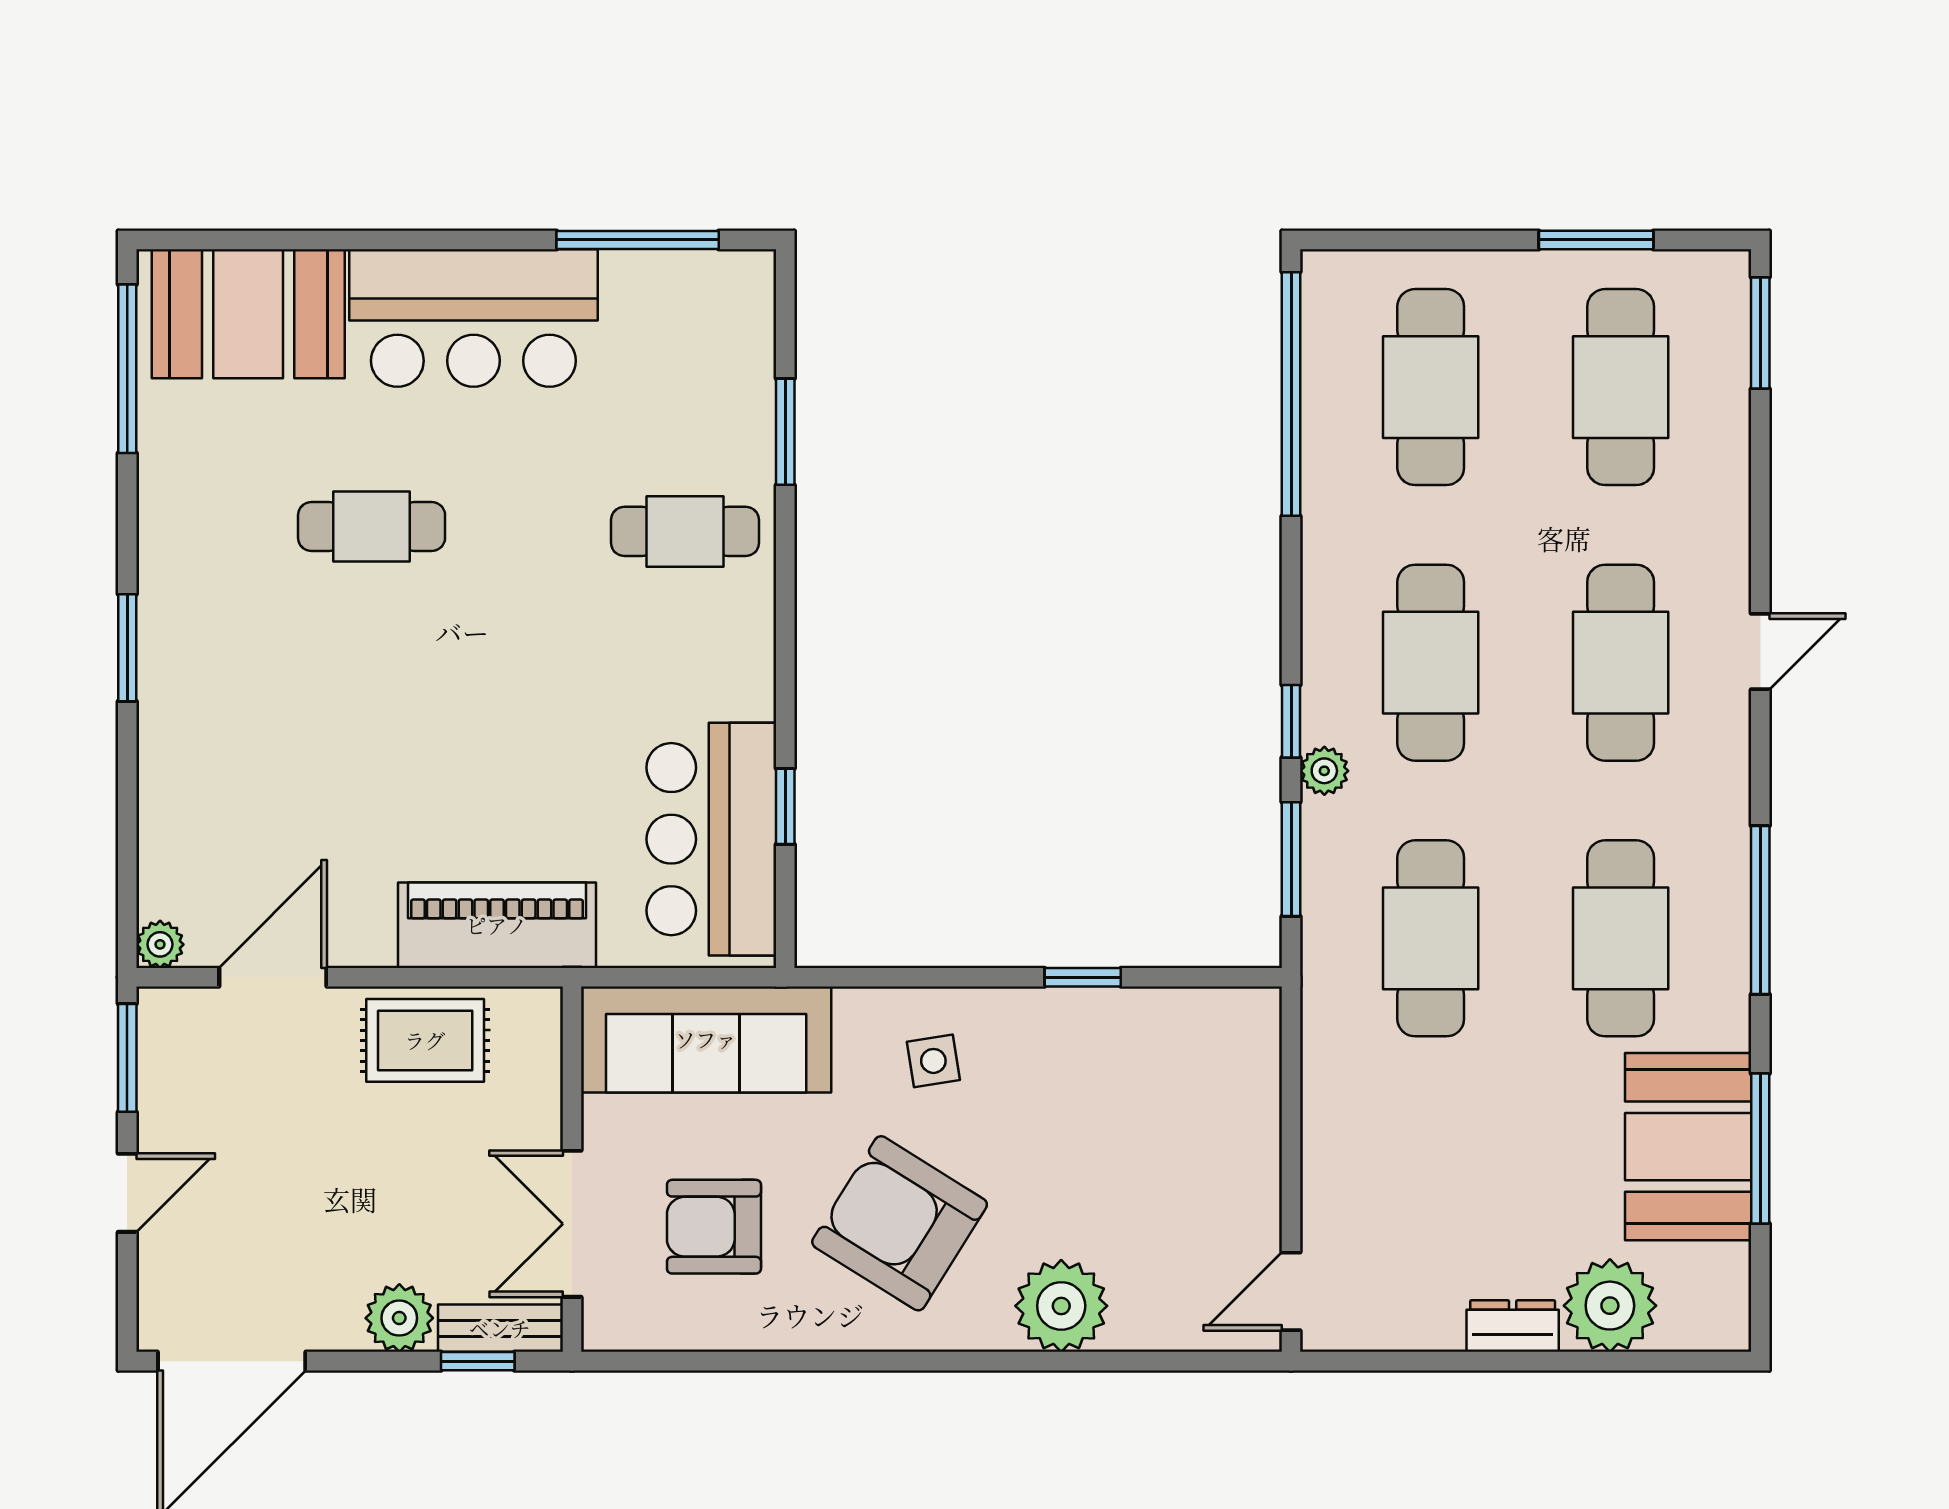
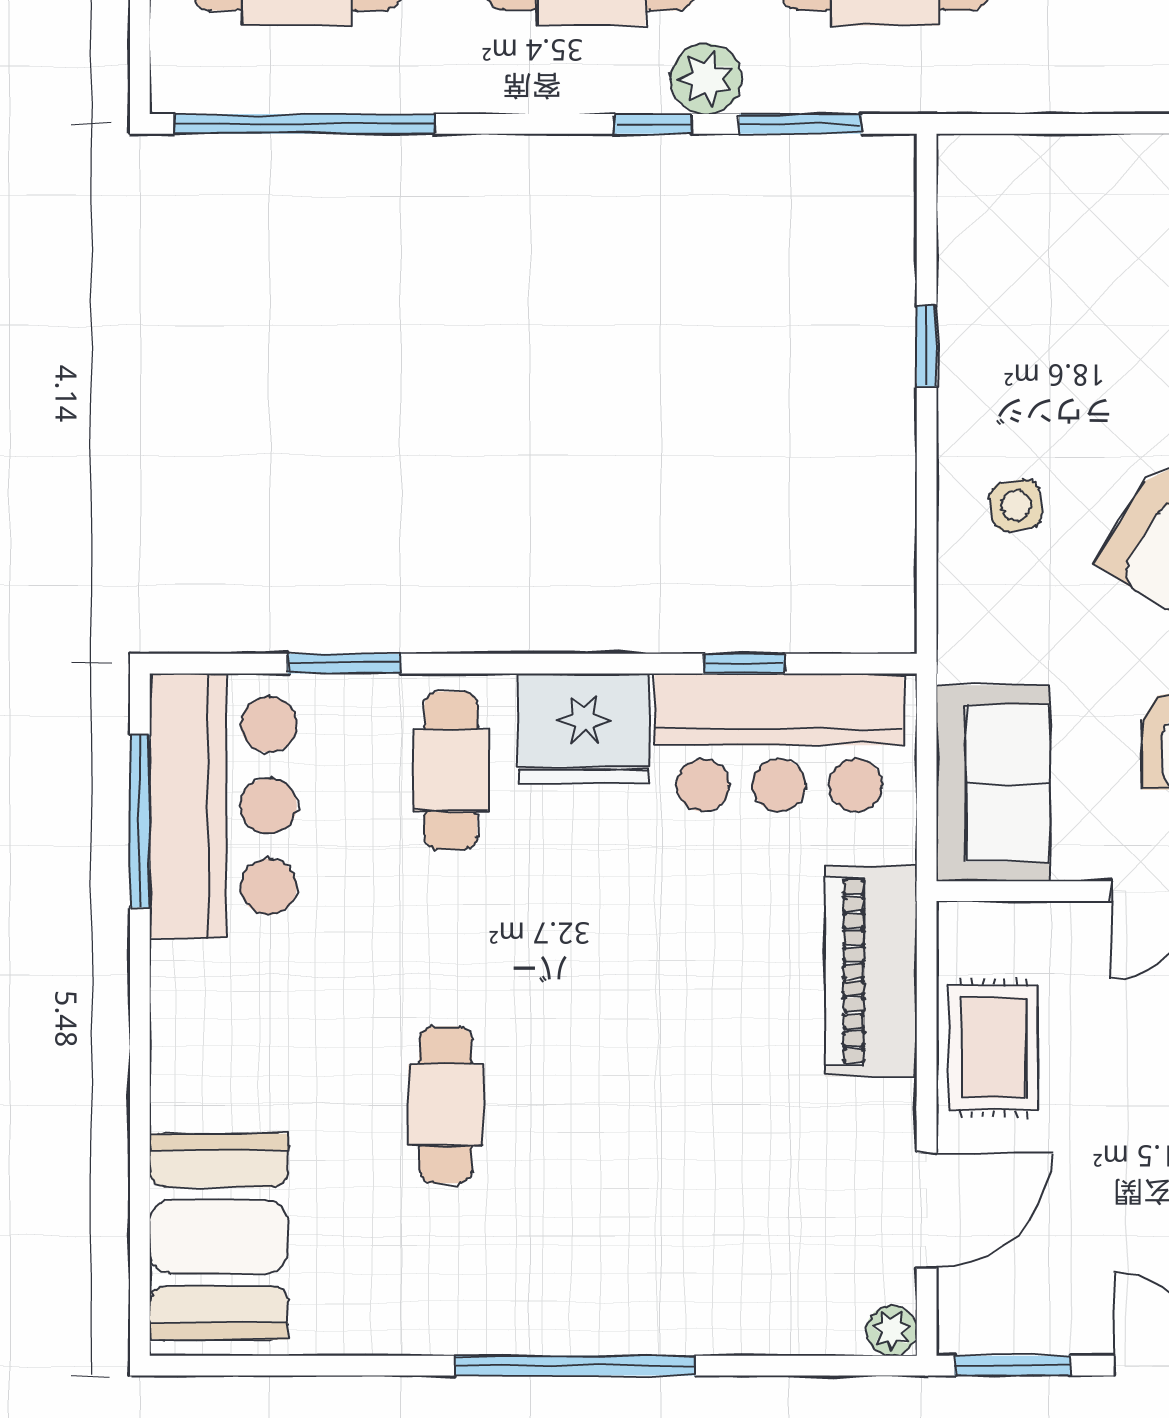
bar counter: (473, 318) -> (223, 806), moved
window: (127, 369) -> (277, 1366), removed
window: (127, 648) -> (575, 1366), width x2.11
fridge: (724, 656) -> (584, 729), added
plant: (1324, 771) -> (706, 79), width x1.38, depth x1.38
door: (273, 977) -> (927, 1210), swing flipped
sofa: (706, 1039) -> (993, 783), width x0.73

